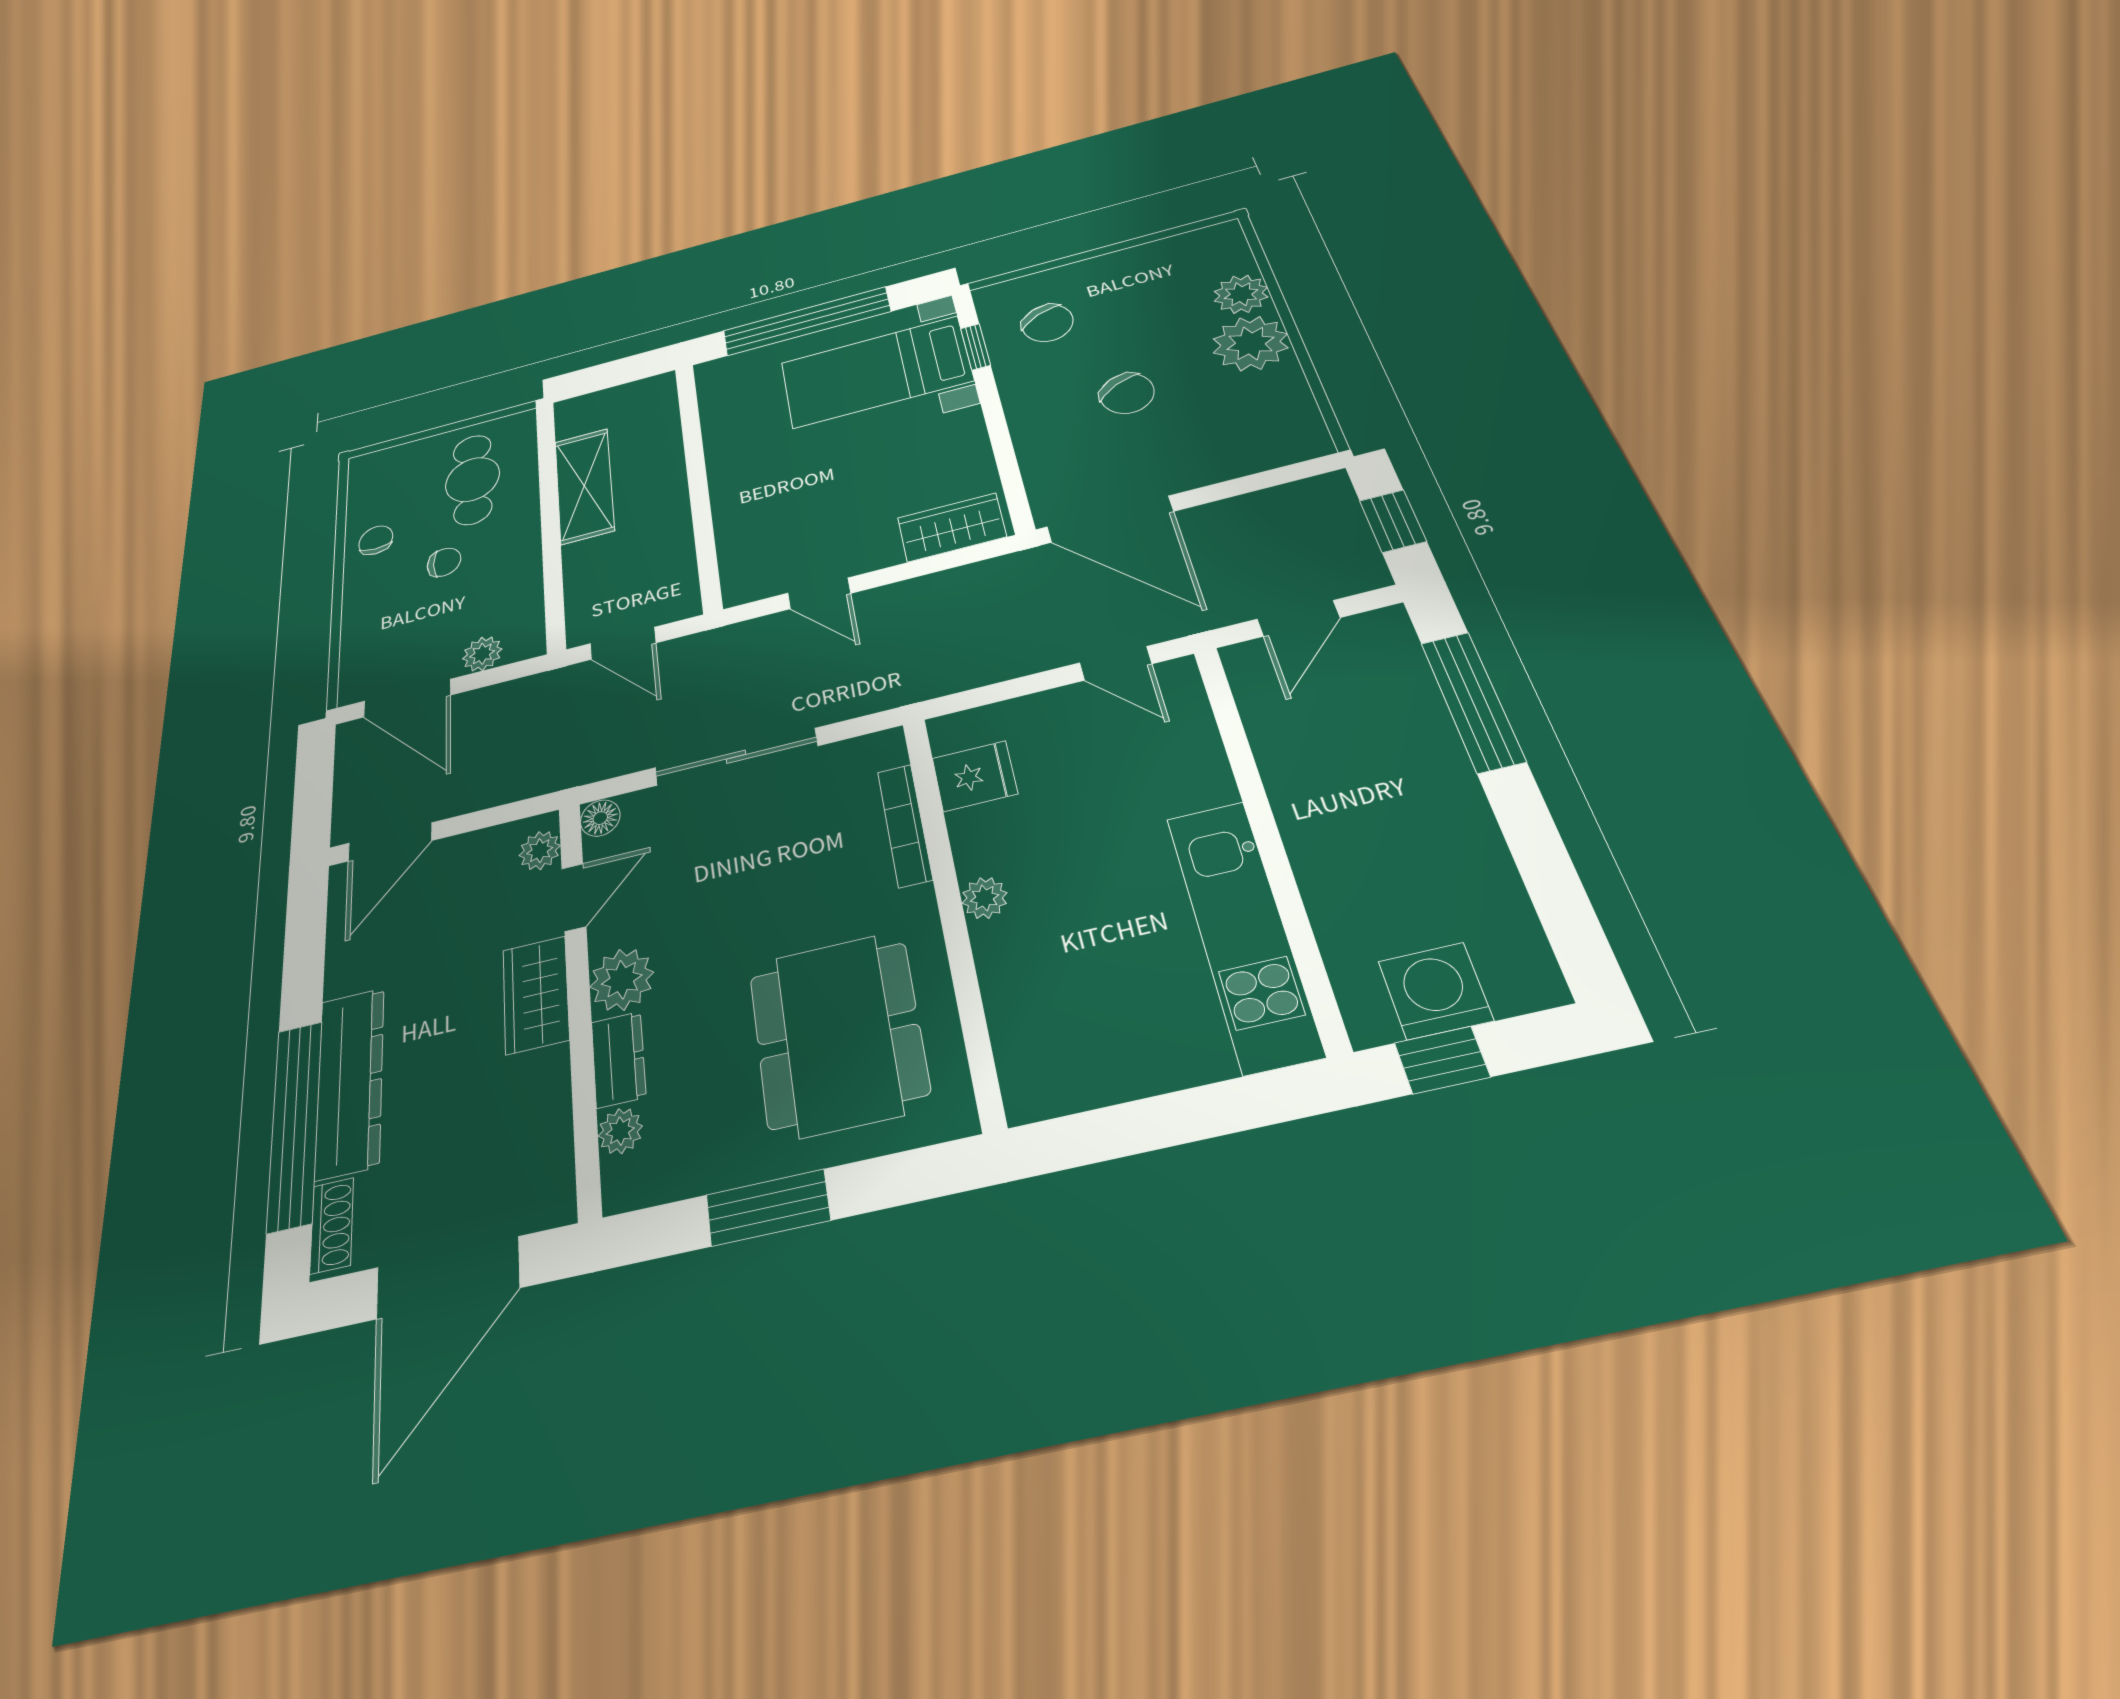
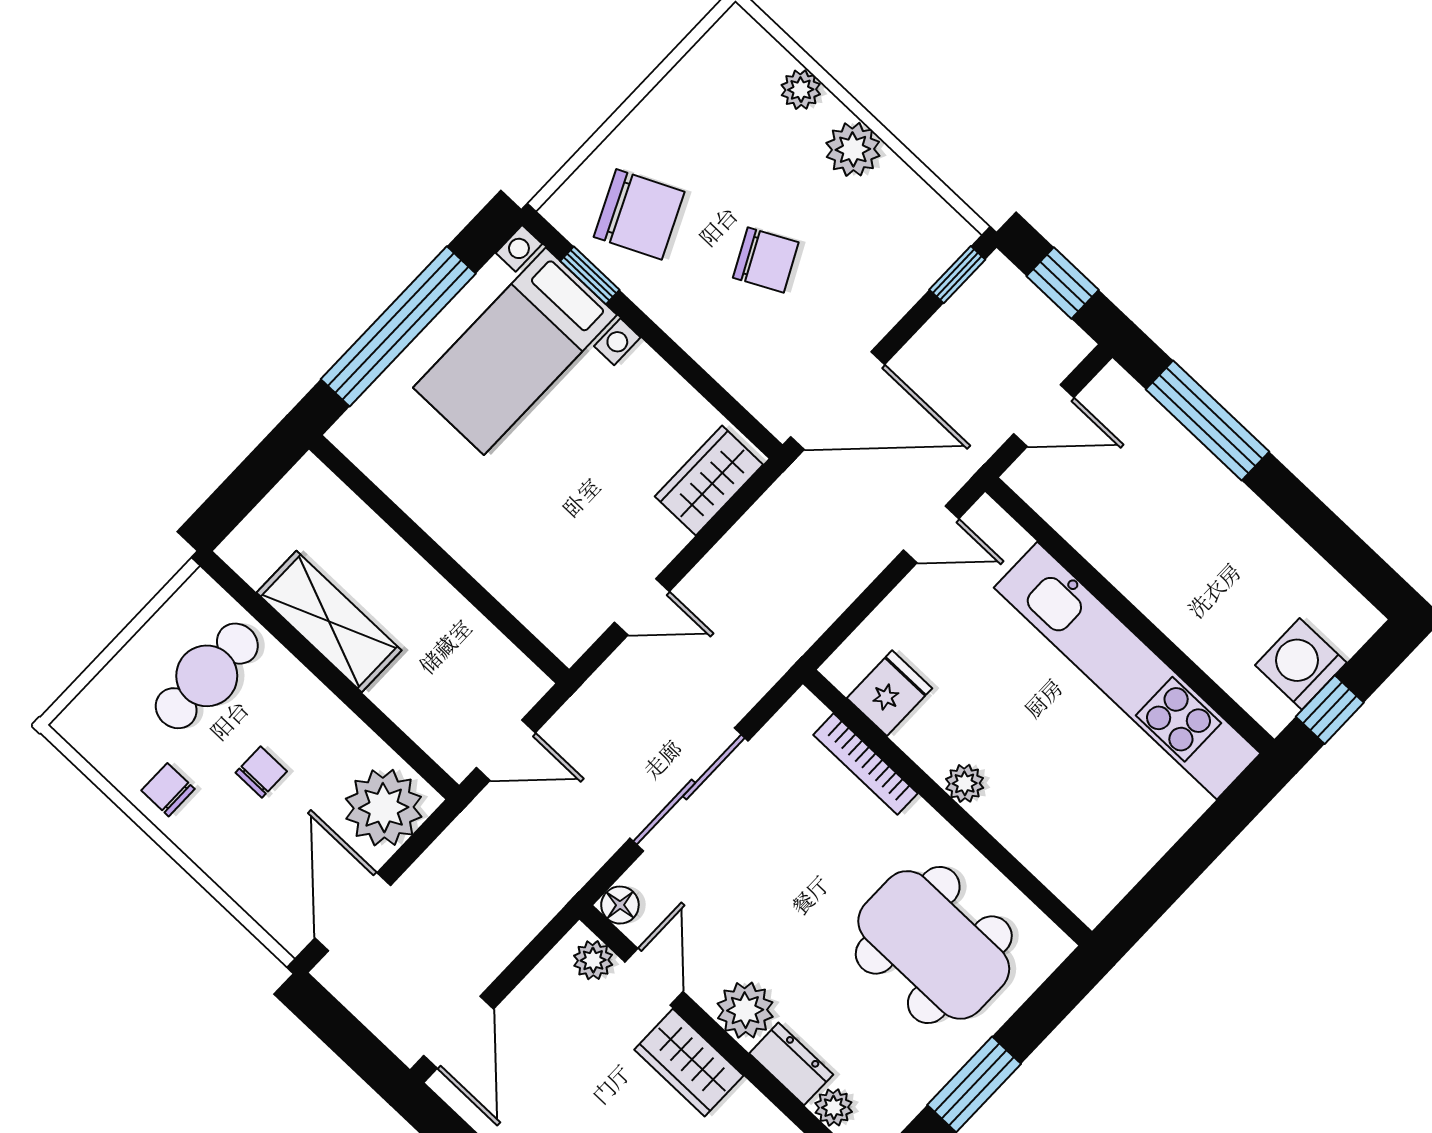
plant: (1241, 294) -> (801, 90), width x0.73, depth x0.73
chair: (1048, 323) -> (639, 214), width x1.37, depth x1.37
plant: (1250, 343) -> (853, 149), width x0.73, depth x0.73
window: (1293, 473) -> (957, 275), added
cafe table: (472, 479) -> (207, 676), turned 90
door: (1298, 618) -> (1044, 416), hinge flipped
plant: (482, 654) -> (384, 808), width x1.88, depth x1.88
door: (407, 698) -> (353, 912), swing flipped
kitchen unit: (1243, 933) -> (1127, 671), width x1.36

